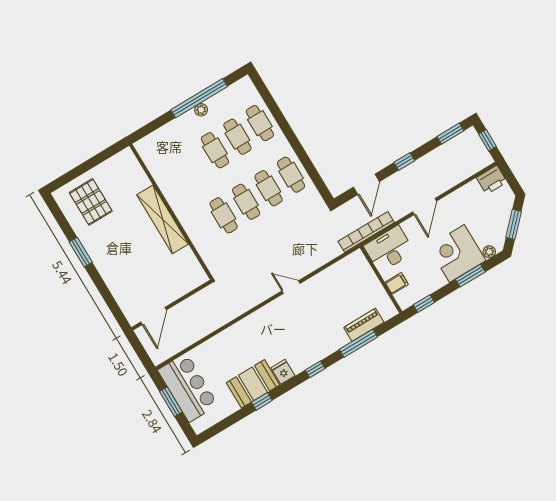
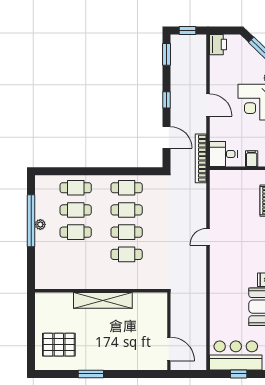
desk: (389, 249) -> (223, 154), width x0.73
window: (171, 402) -> (239, 374), width x0.67

